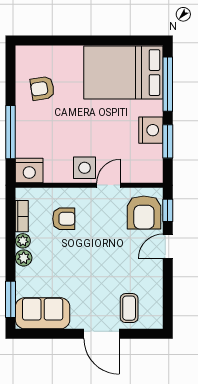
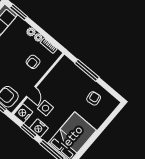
side table: (85, 168) -> (45, 108), moved
nightstand: (29, 171) -> (23, 113), moved

